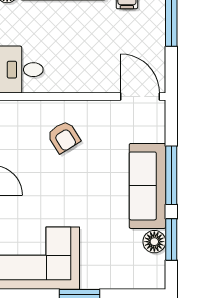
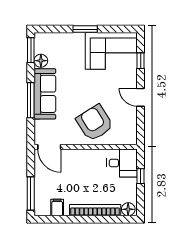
armchair: (64, 137) -> (95, 123), width x1.88, depth x1.88
window: (171, 240) -> (31, 50), moved

